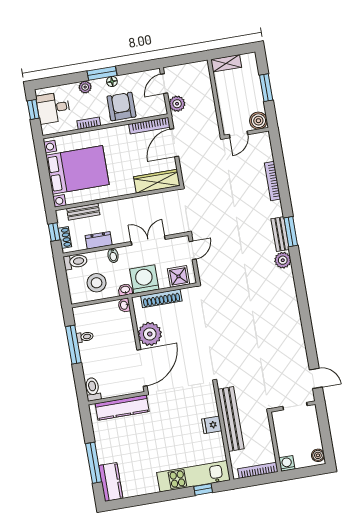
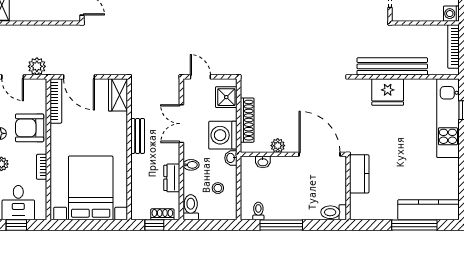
wardrobe: (157, 181) -> (118, 95), width x0.67
bench: (83, 212) -> (138, 136), moved
stool: (97, 283) -> (218, 188), width x0.53, depth x0.53
washbasin: (124, 305) -> (263, 162), moved
plant: (150, 334) -> (278, 146), width x0.53, depth x0.53
toilet: (85, 337) -> (258, 211), moved
kitchen counter: (122, 408) -> (359, 174), width x0.67
fridge: (212, 425) -> (388, 92), width x1.88, depth x1.34
kitchen counter: (111, 482) -> (429, 210), width x1.50

